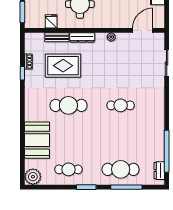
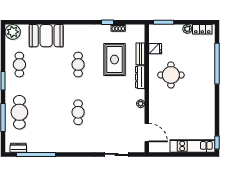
cafe table: (68, 105) -> (78, 65), width x0.73, depth x0.74

